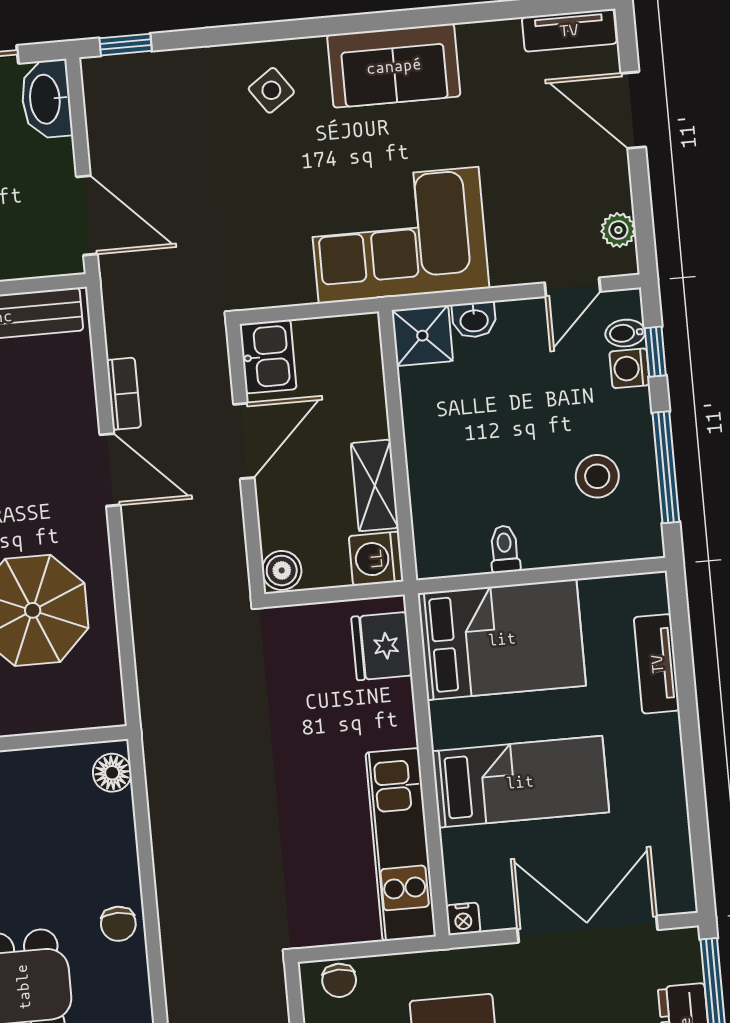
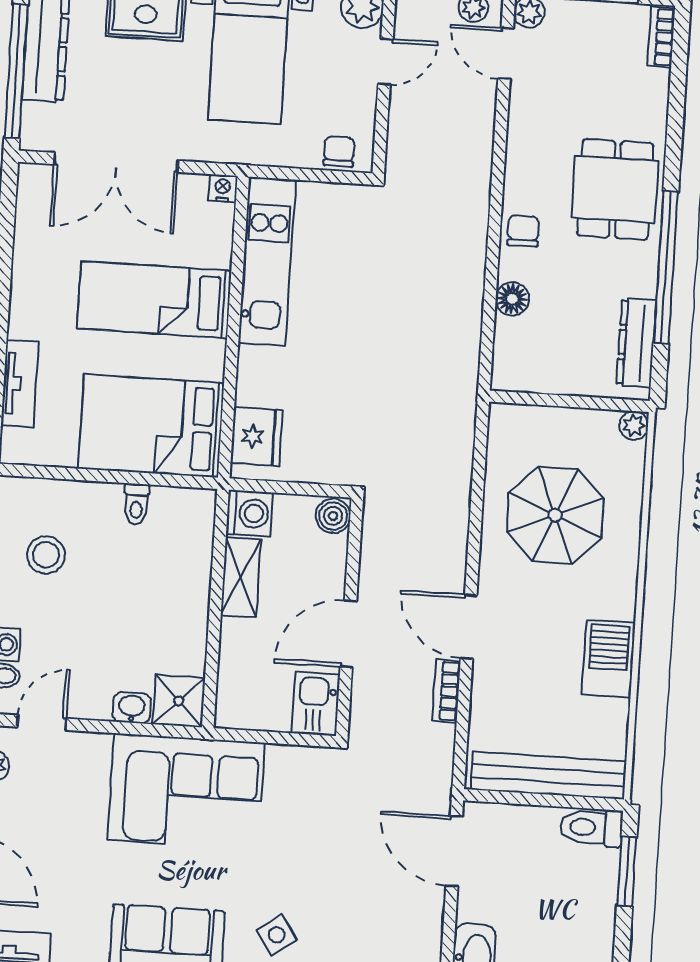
floor lamp: (112, 773) -> (512, 299), moved

